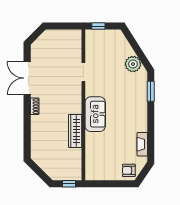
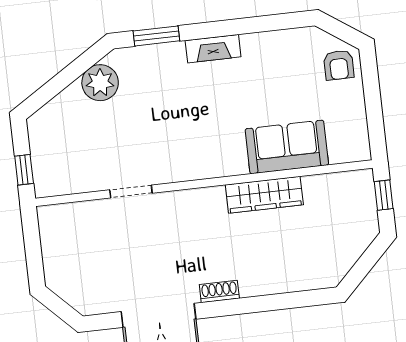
sofa: (95, 114) -> (287, 147), moved
fireplace: (142, 144) -> (213, 49), moved

